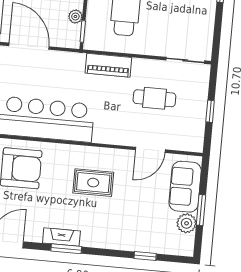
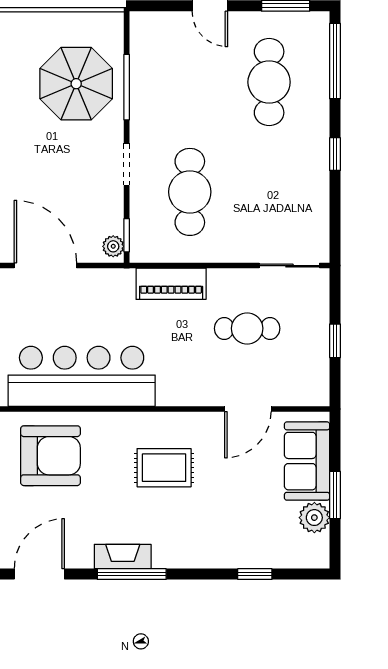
plant: (75, 16) -> (113, 246), moved
window: (66, 249) -> (132, 574), width x1.44

